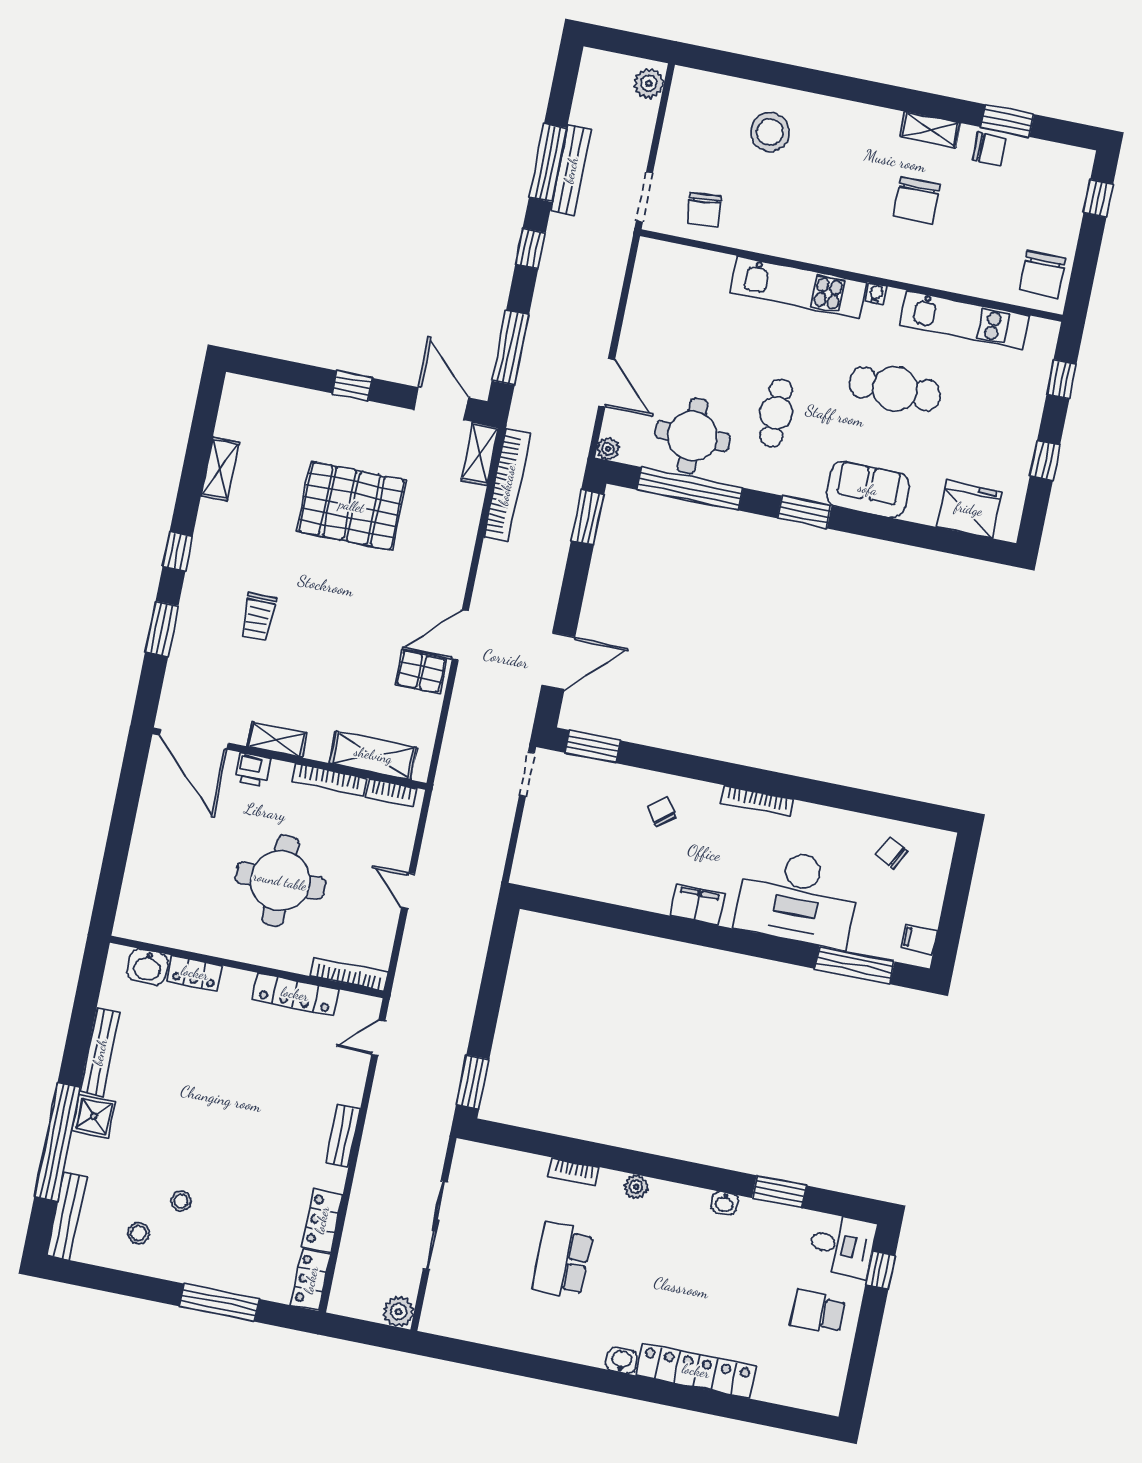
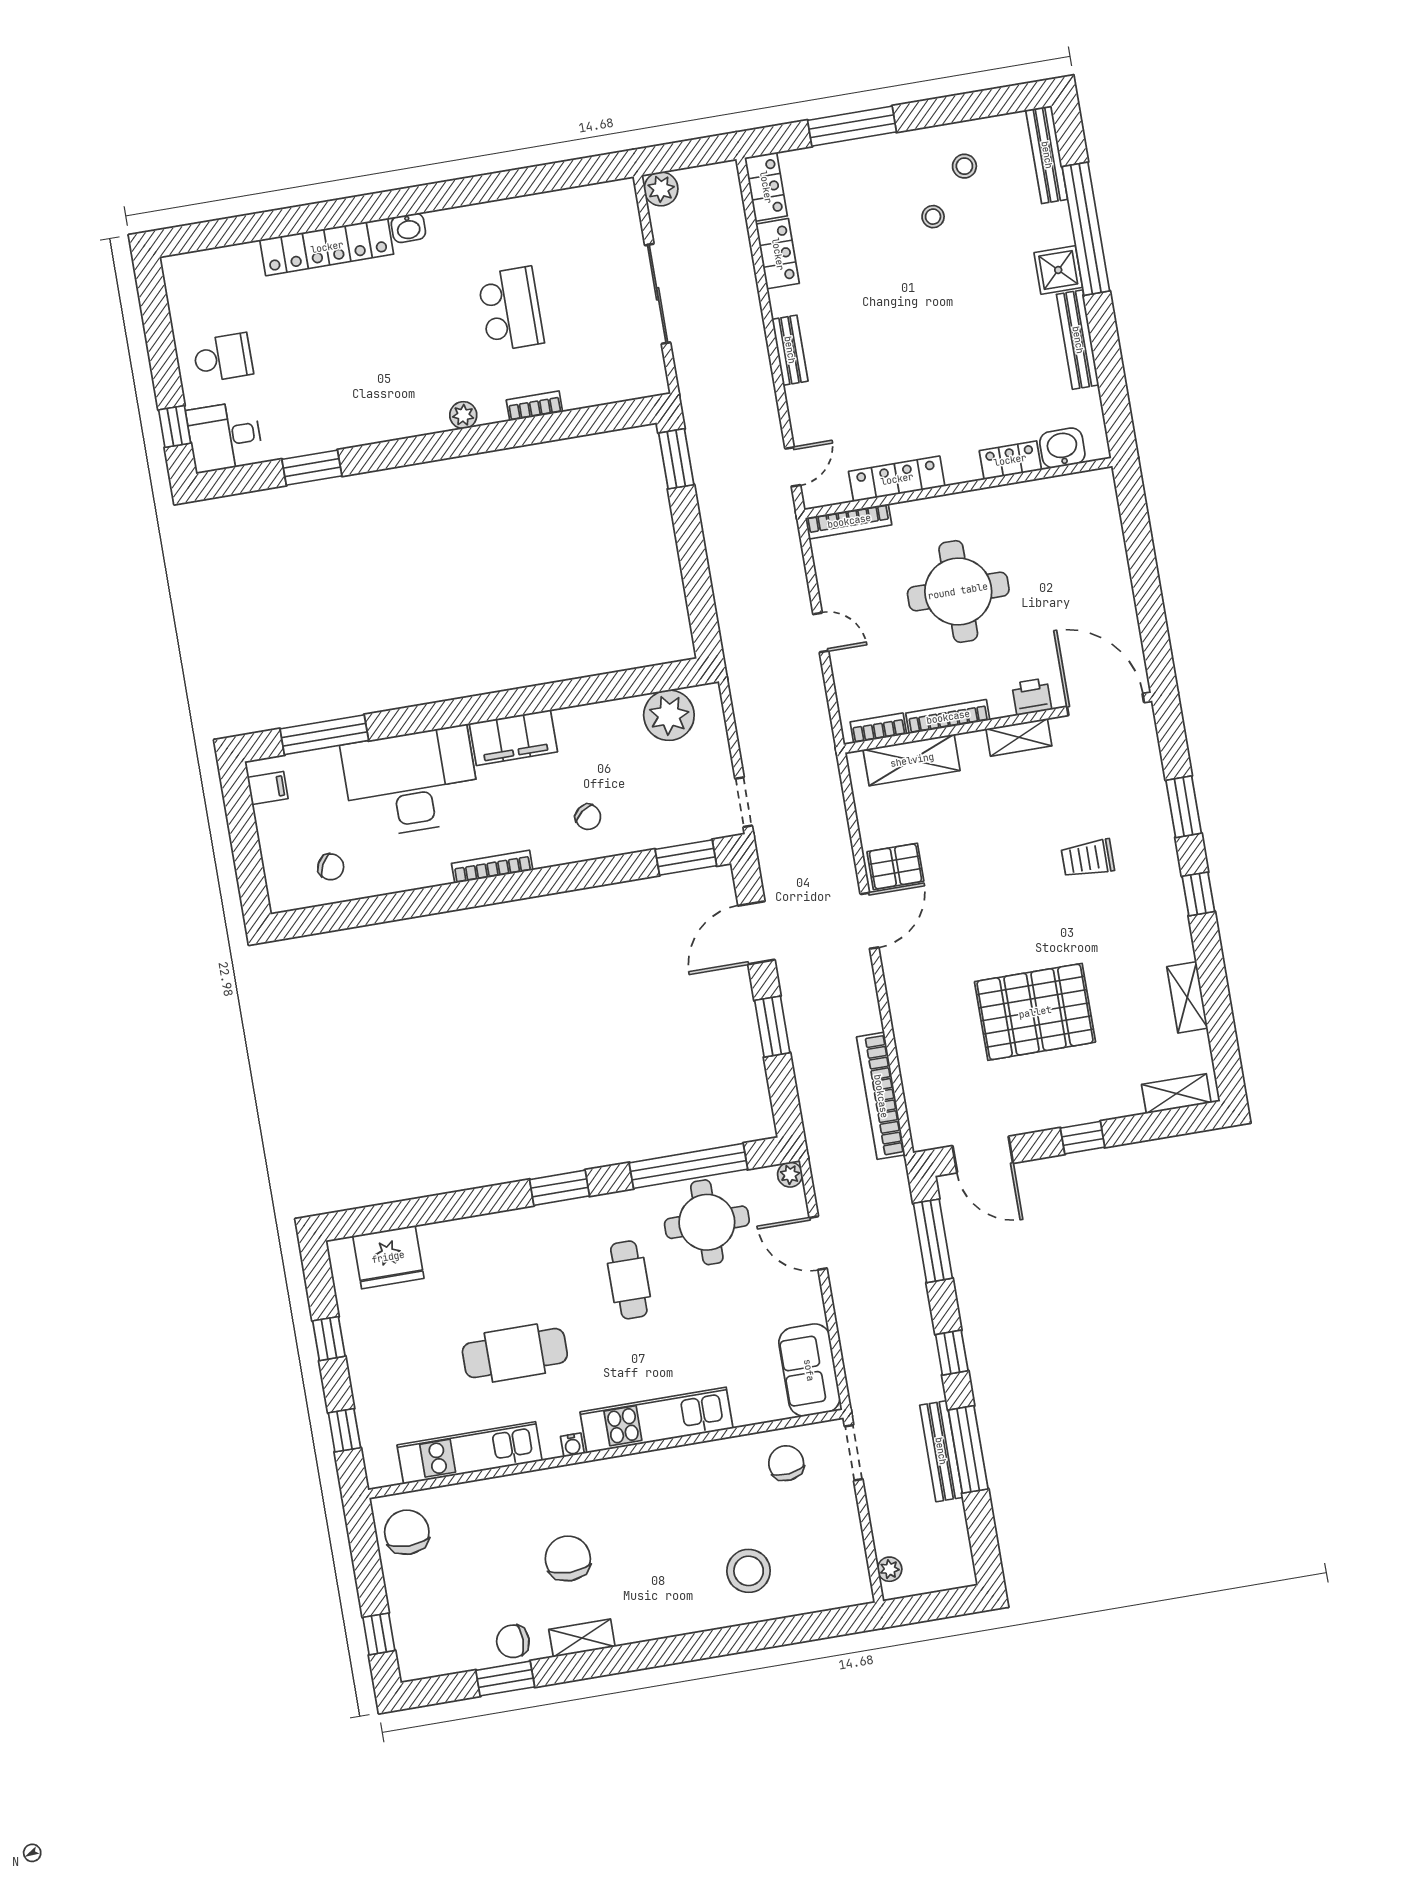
plant: (649, 83) -> (890, 1569), width x0.73, depth x0.73
shelving: (480, 453) -> (1176, 1094), moved, turned 90
sofa: (868, 489) -> (809, 1370), moved, turned 90
window: (588, 517) -> (772, 1027), moved
trolley: (258, 617) -> (1088, 858), turned -90
plant: (561, 871) -> (669, 715), added
filing cabinet: (698, 905) -> (513, 738), width x1.50, depth x1.17
washbasin: (724, 1203) -> (364, 434), removed

